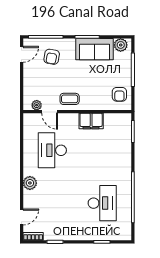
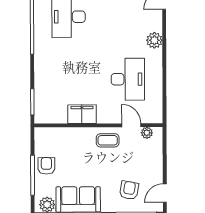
armchair: (119, 94) -> (46, 166), moved

